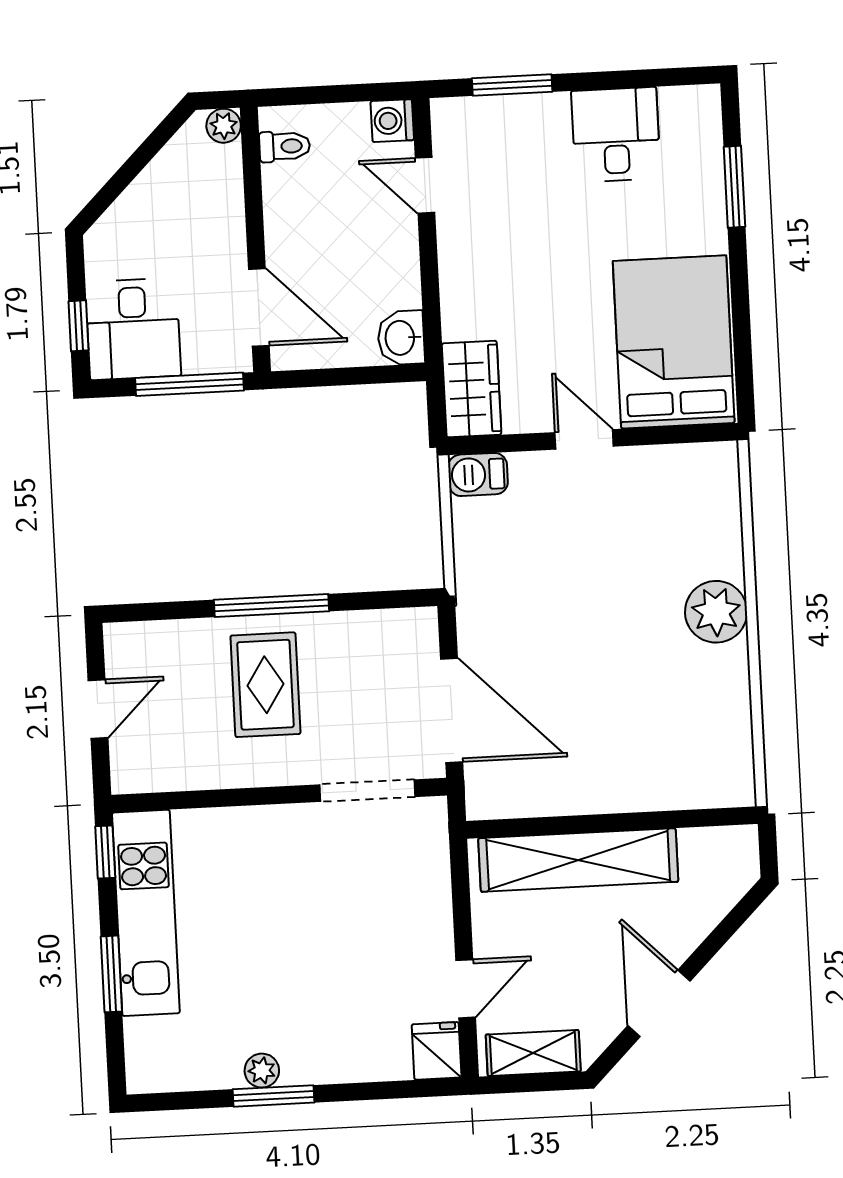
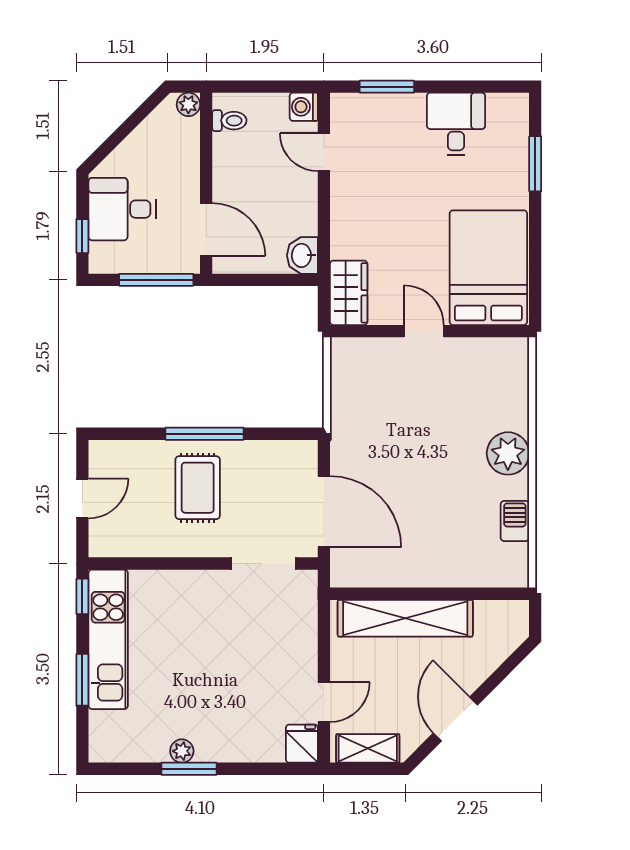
desk: (133, 329) -> (122, 209), moved, turned 90
barbecue: (478, 474) -> (515, 521), moved, turned 90

